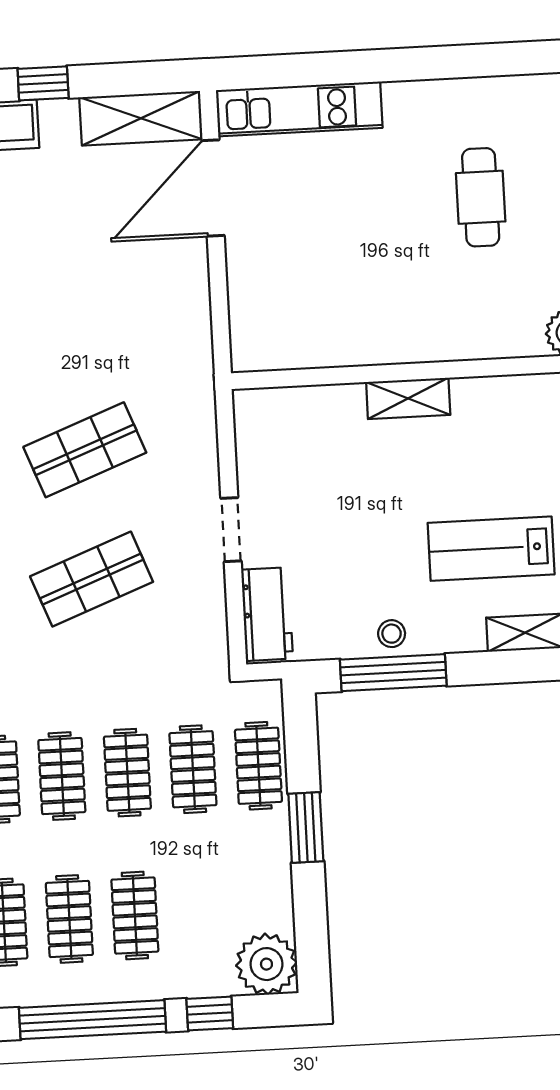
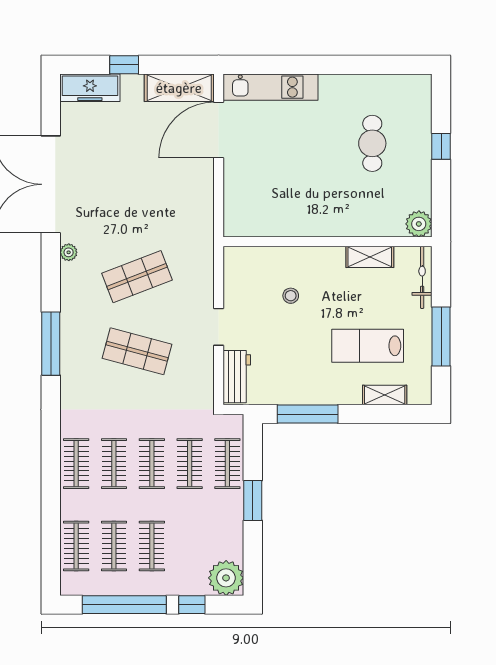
shelving: (408, 398) -> (370, 257), moved
shop shelf: (92, 579) -> (137, 351), turned 36
stool: (392, 634) -> (291, 296), moved

